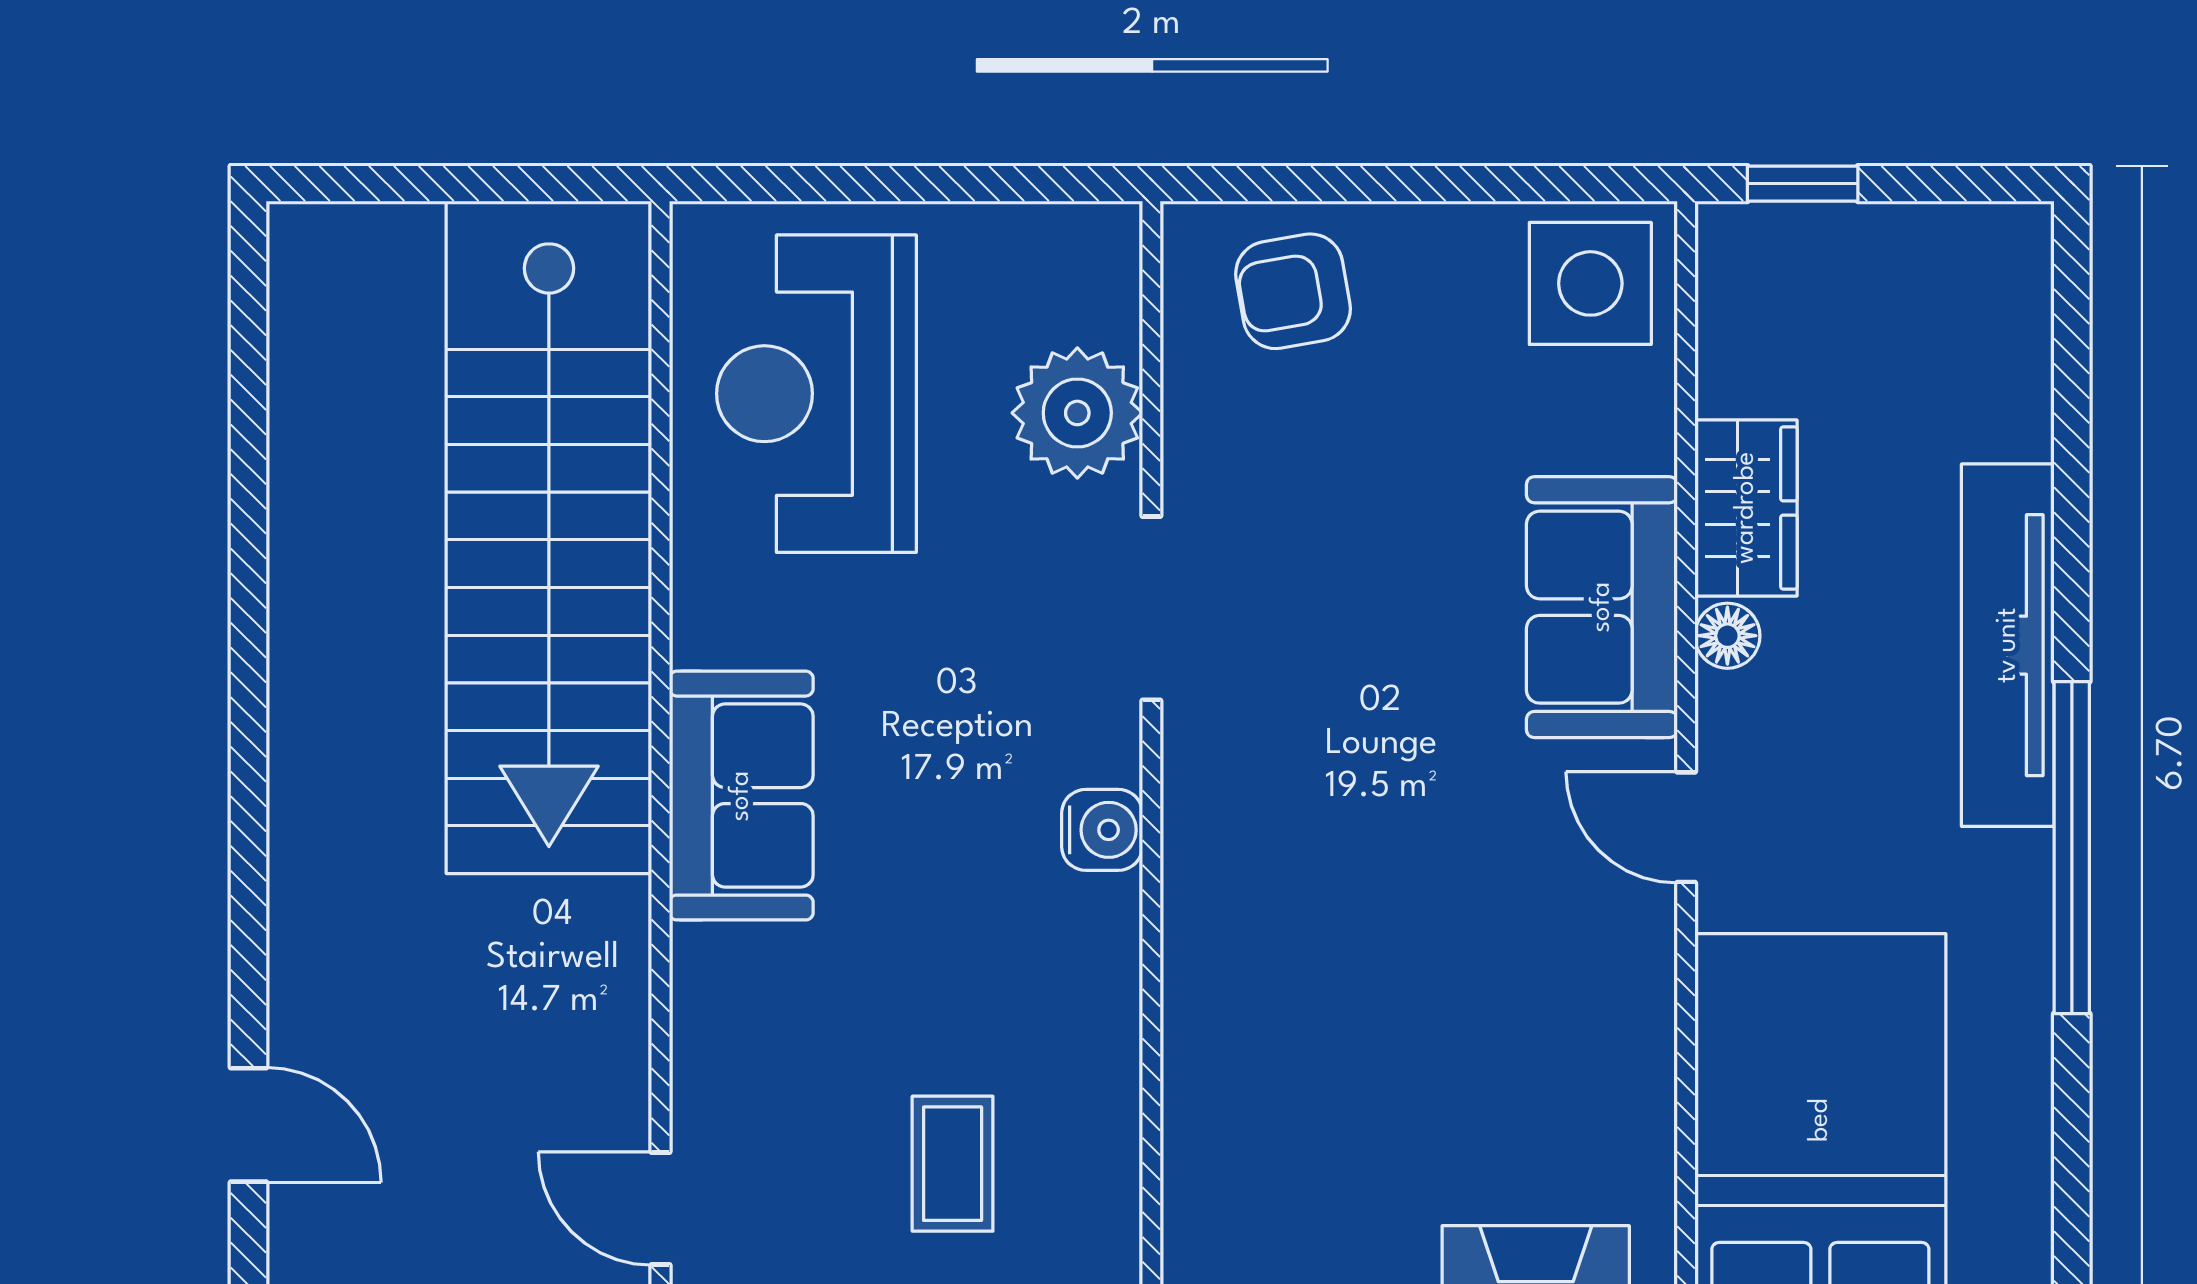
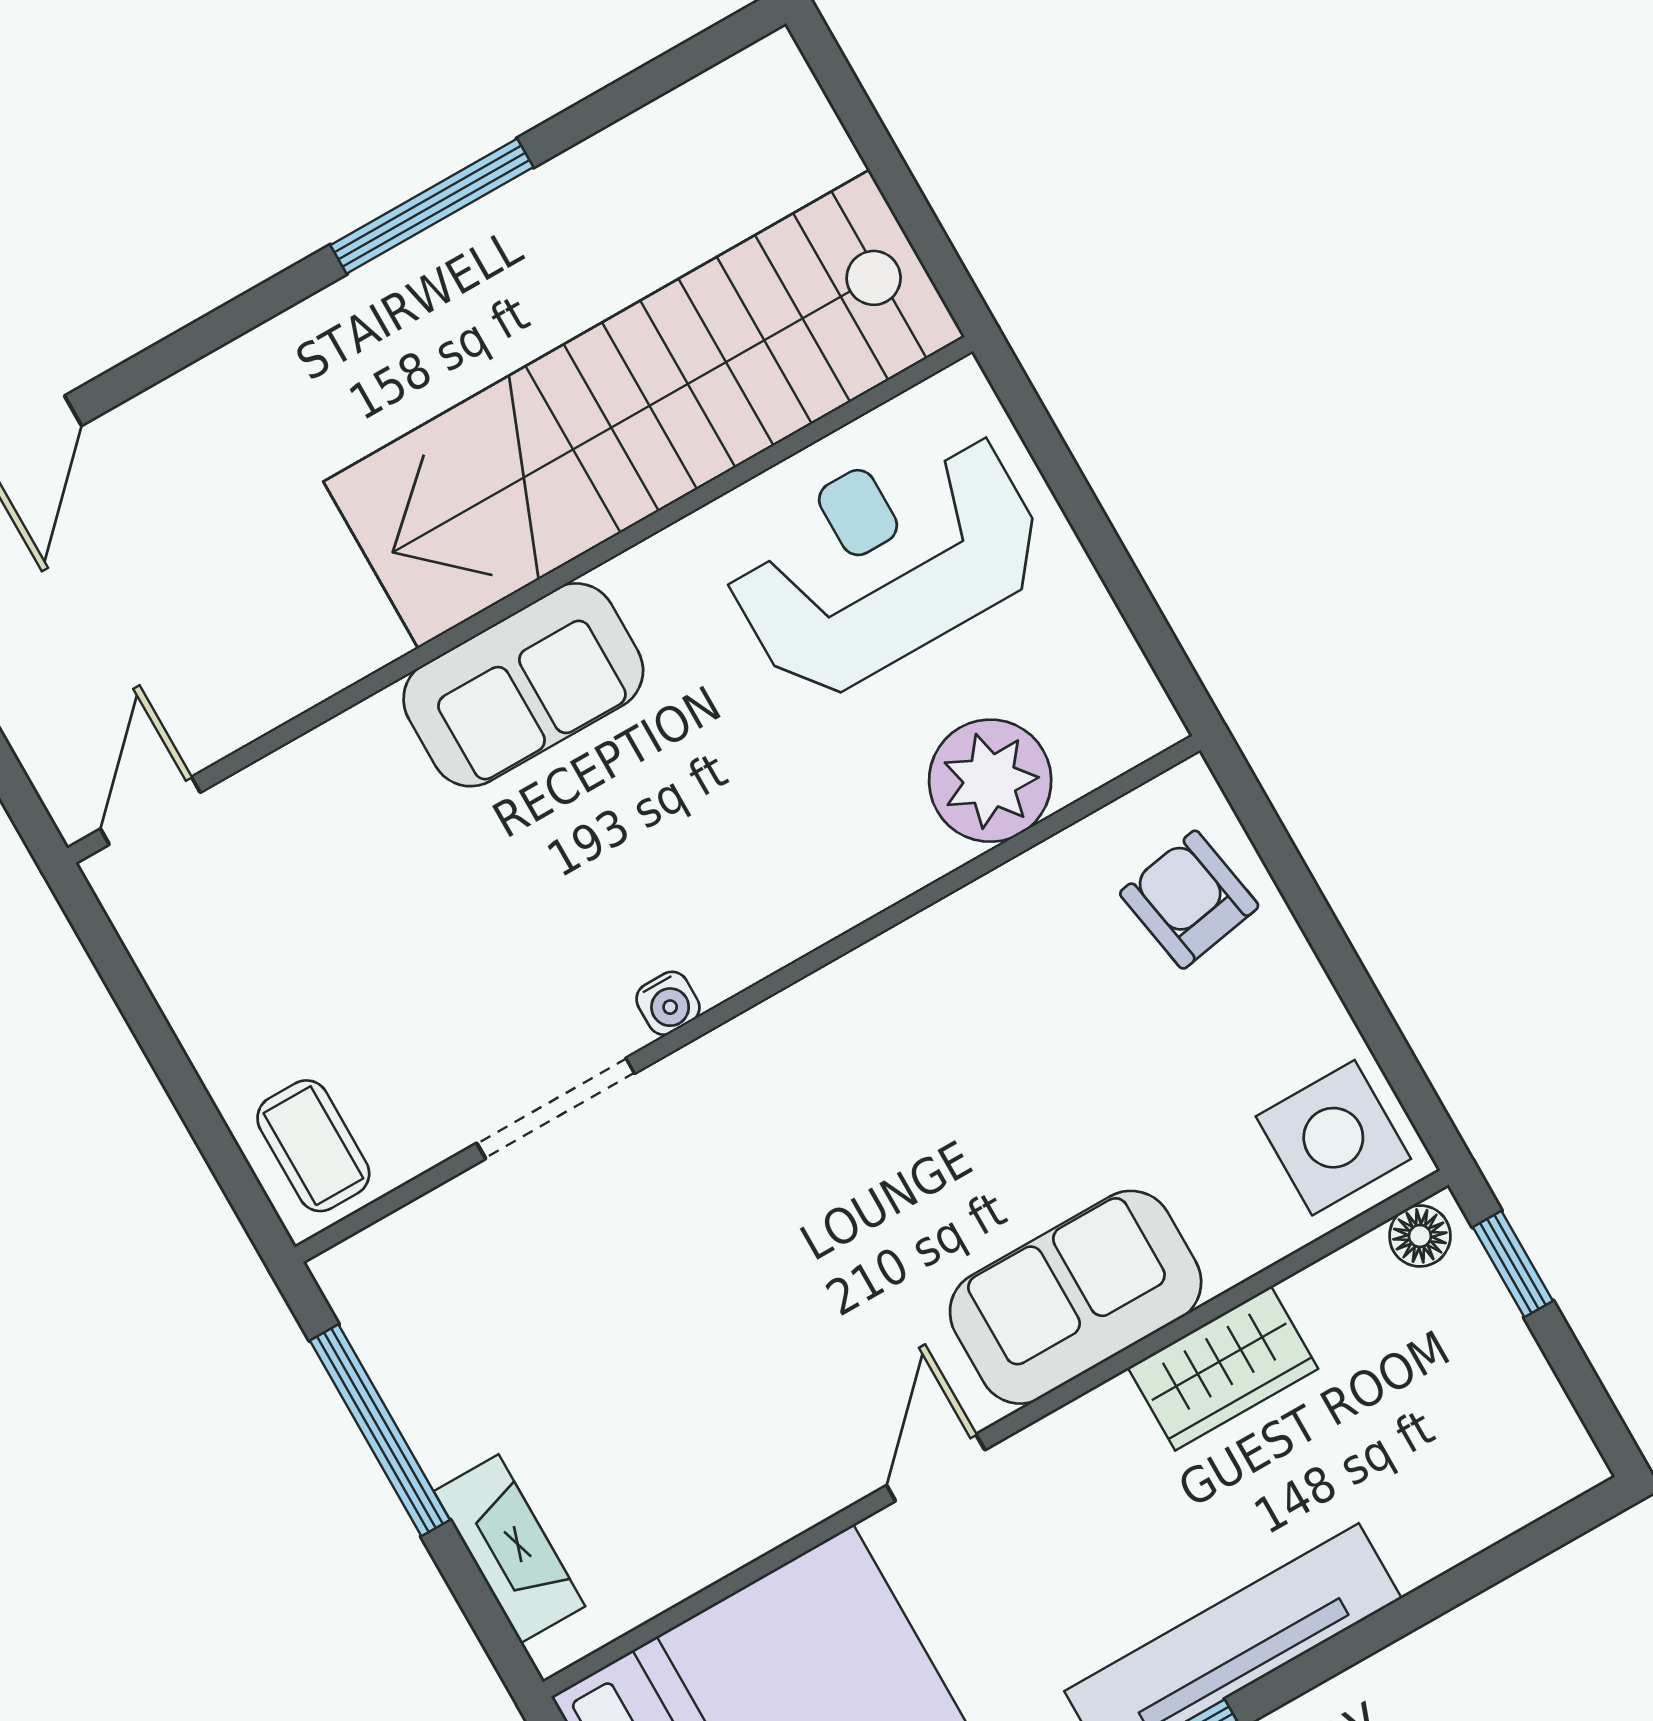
doorway: (1151, 608) -> (556, 1108), moved
window: (249, 627) -> (432, 206), added
floor lamp: (1727, 636) -> (1420, 1236), moved
water cooler: (1102, 830) -> (668, 1003), width x0.72, depth x0.72
coffee table: (953, 1164) -> (313, 1146), moved, turned 90

